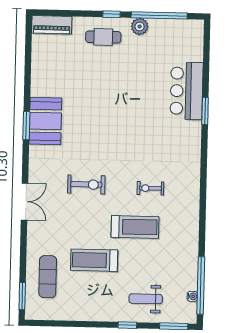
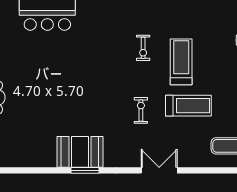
exercise bike: (86, 184) -> (141, 110), width x0.73, depth x0.72
treadmill: (94, 260) -> (188, 106), moved, turned -90

